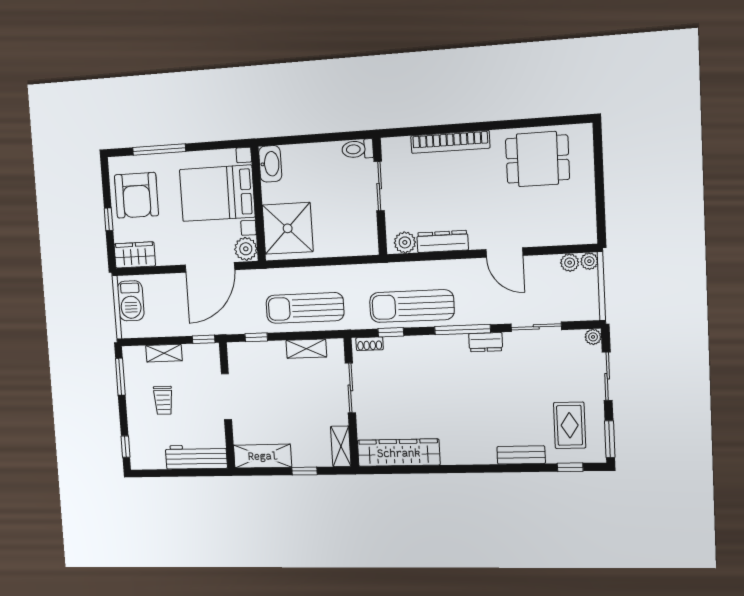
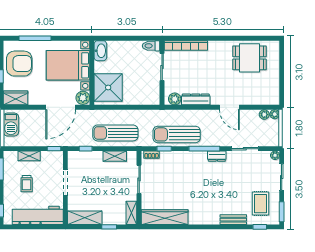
bookcase: (450, 142) -> (186, 45), moved
armchair: (136, 195) -> (19, 64), turned -90
workbench: (196, 457) -> (38, 215), width x1.36, depth x1.32

